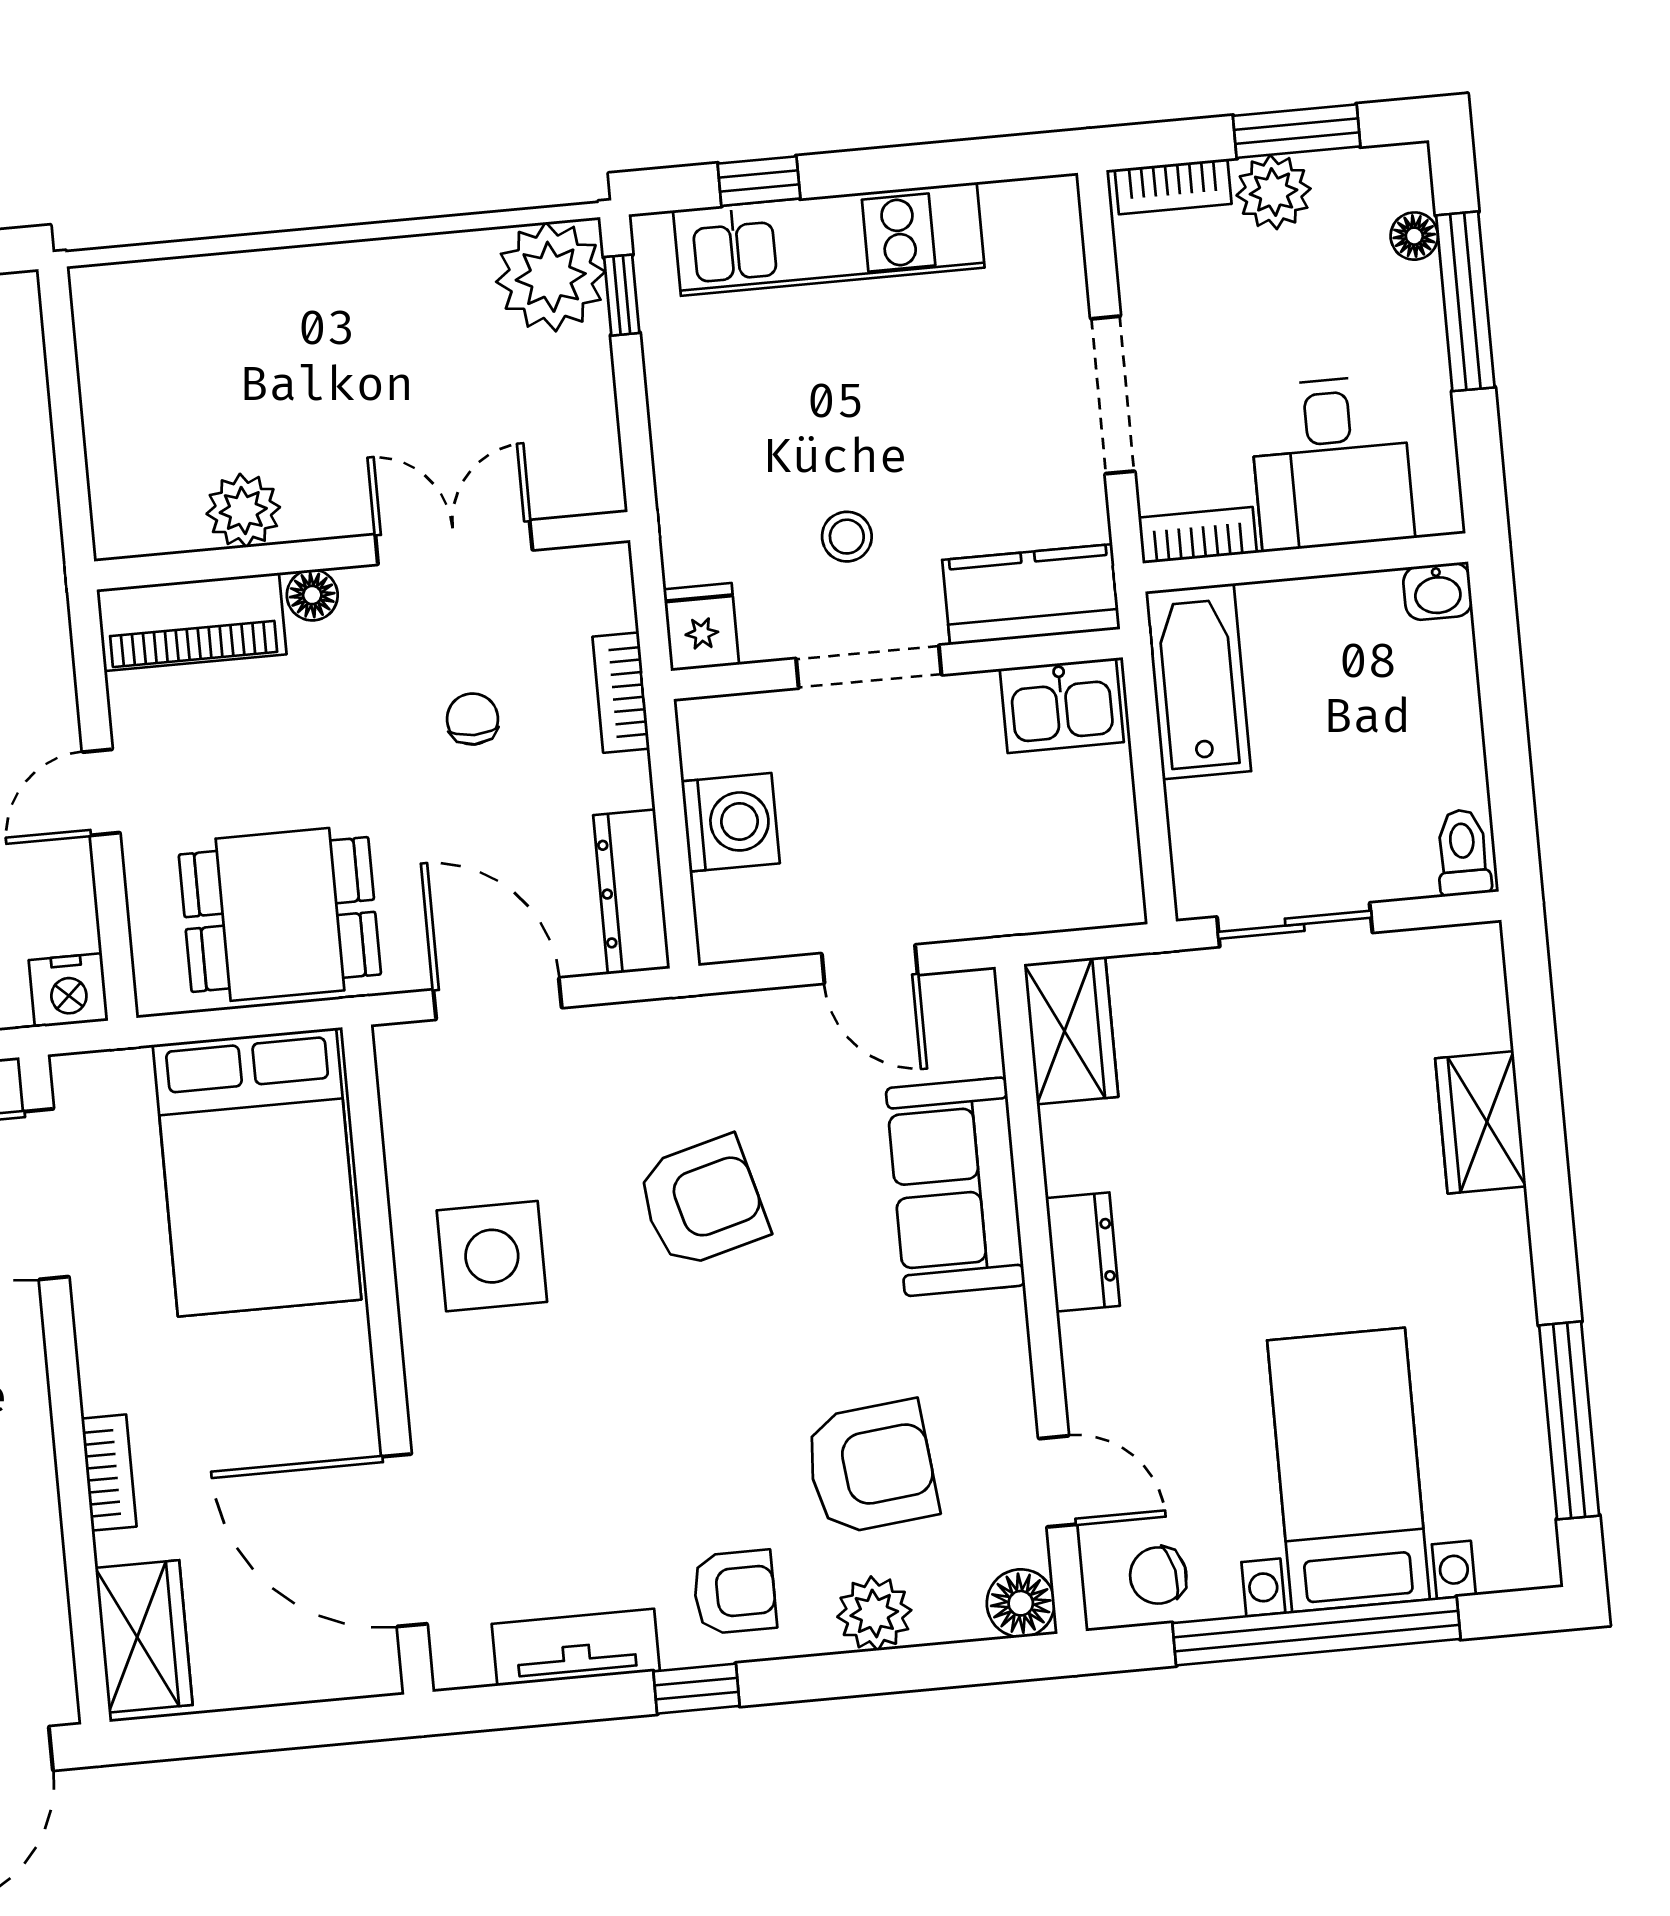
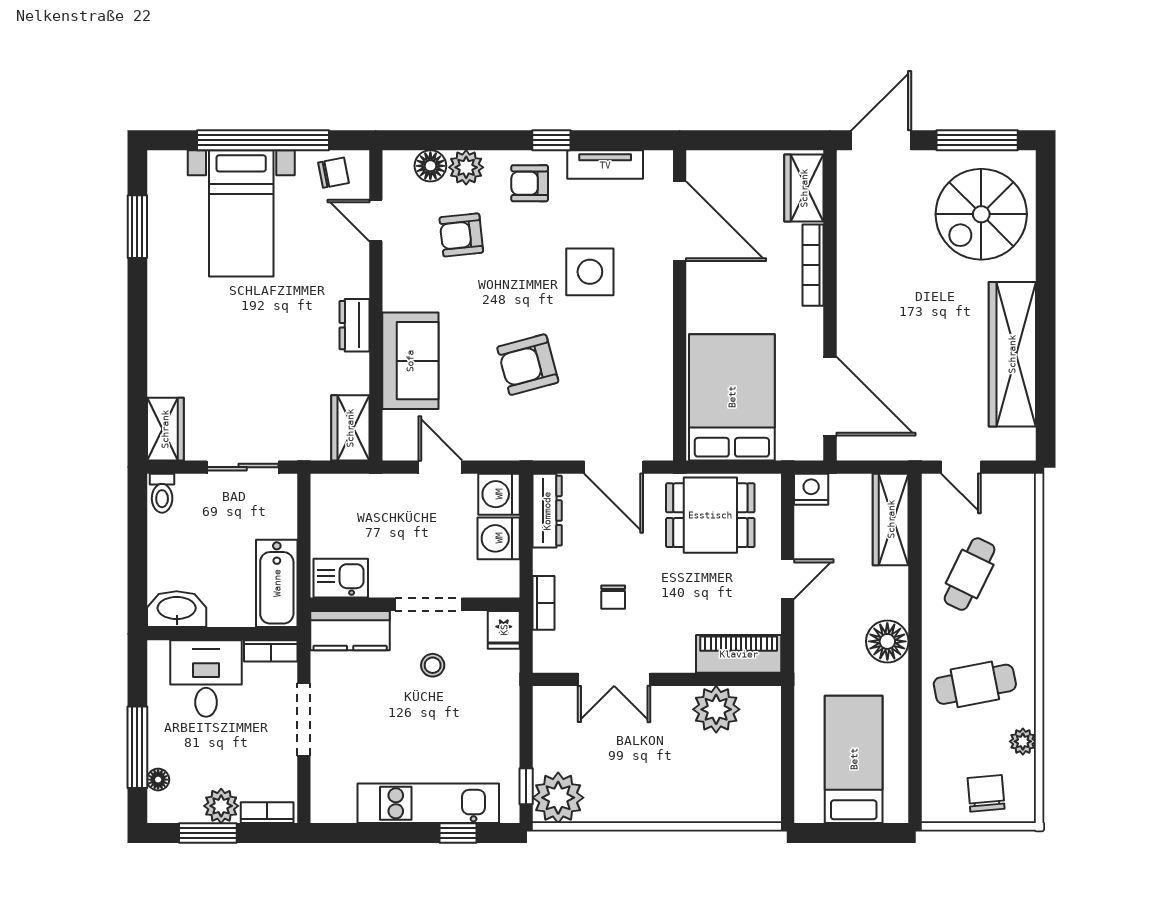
plant: (243, 511) -> (716, 709), width x1.36, depth x1.36
washbasin: (1438, 591) -> (177, 609), width x1.91, depth x1.45
floor lamp: (312, 595) -> (682, 661), removed
washing machine: (738, 917) -> (499, 494), added
wardrobe: (1481, 1122) -> (165, 429), moved
side table: (492, 1256) -> (590, 272), moved
window: (1569, 1420) -> (137, 227), width x0.69
armchair: (871, 1467) -> (461, 235), width x0.72, depth x0.72
bookcase: (109, 1473) -> (813, 265), width x1.56
floor lamp: (1021, 1603) -> (430, 166), moved

